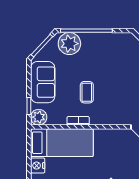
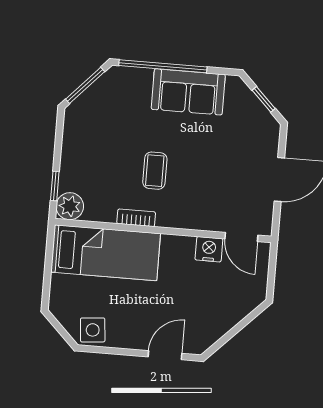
plant: (69, 44) -> (132, 86), removed
sofa: (43, 82) -> (188, 92), moved, turned 90
nightstand: (38, 166) -> (209, 249), moved, turned 90

